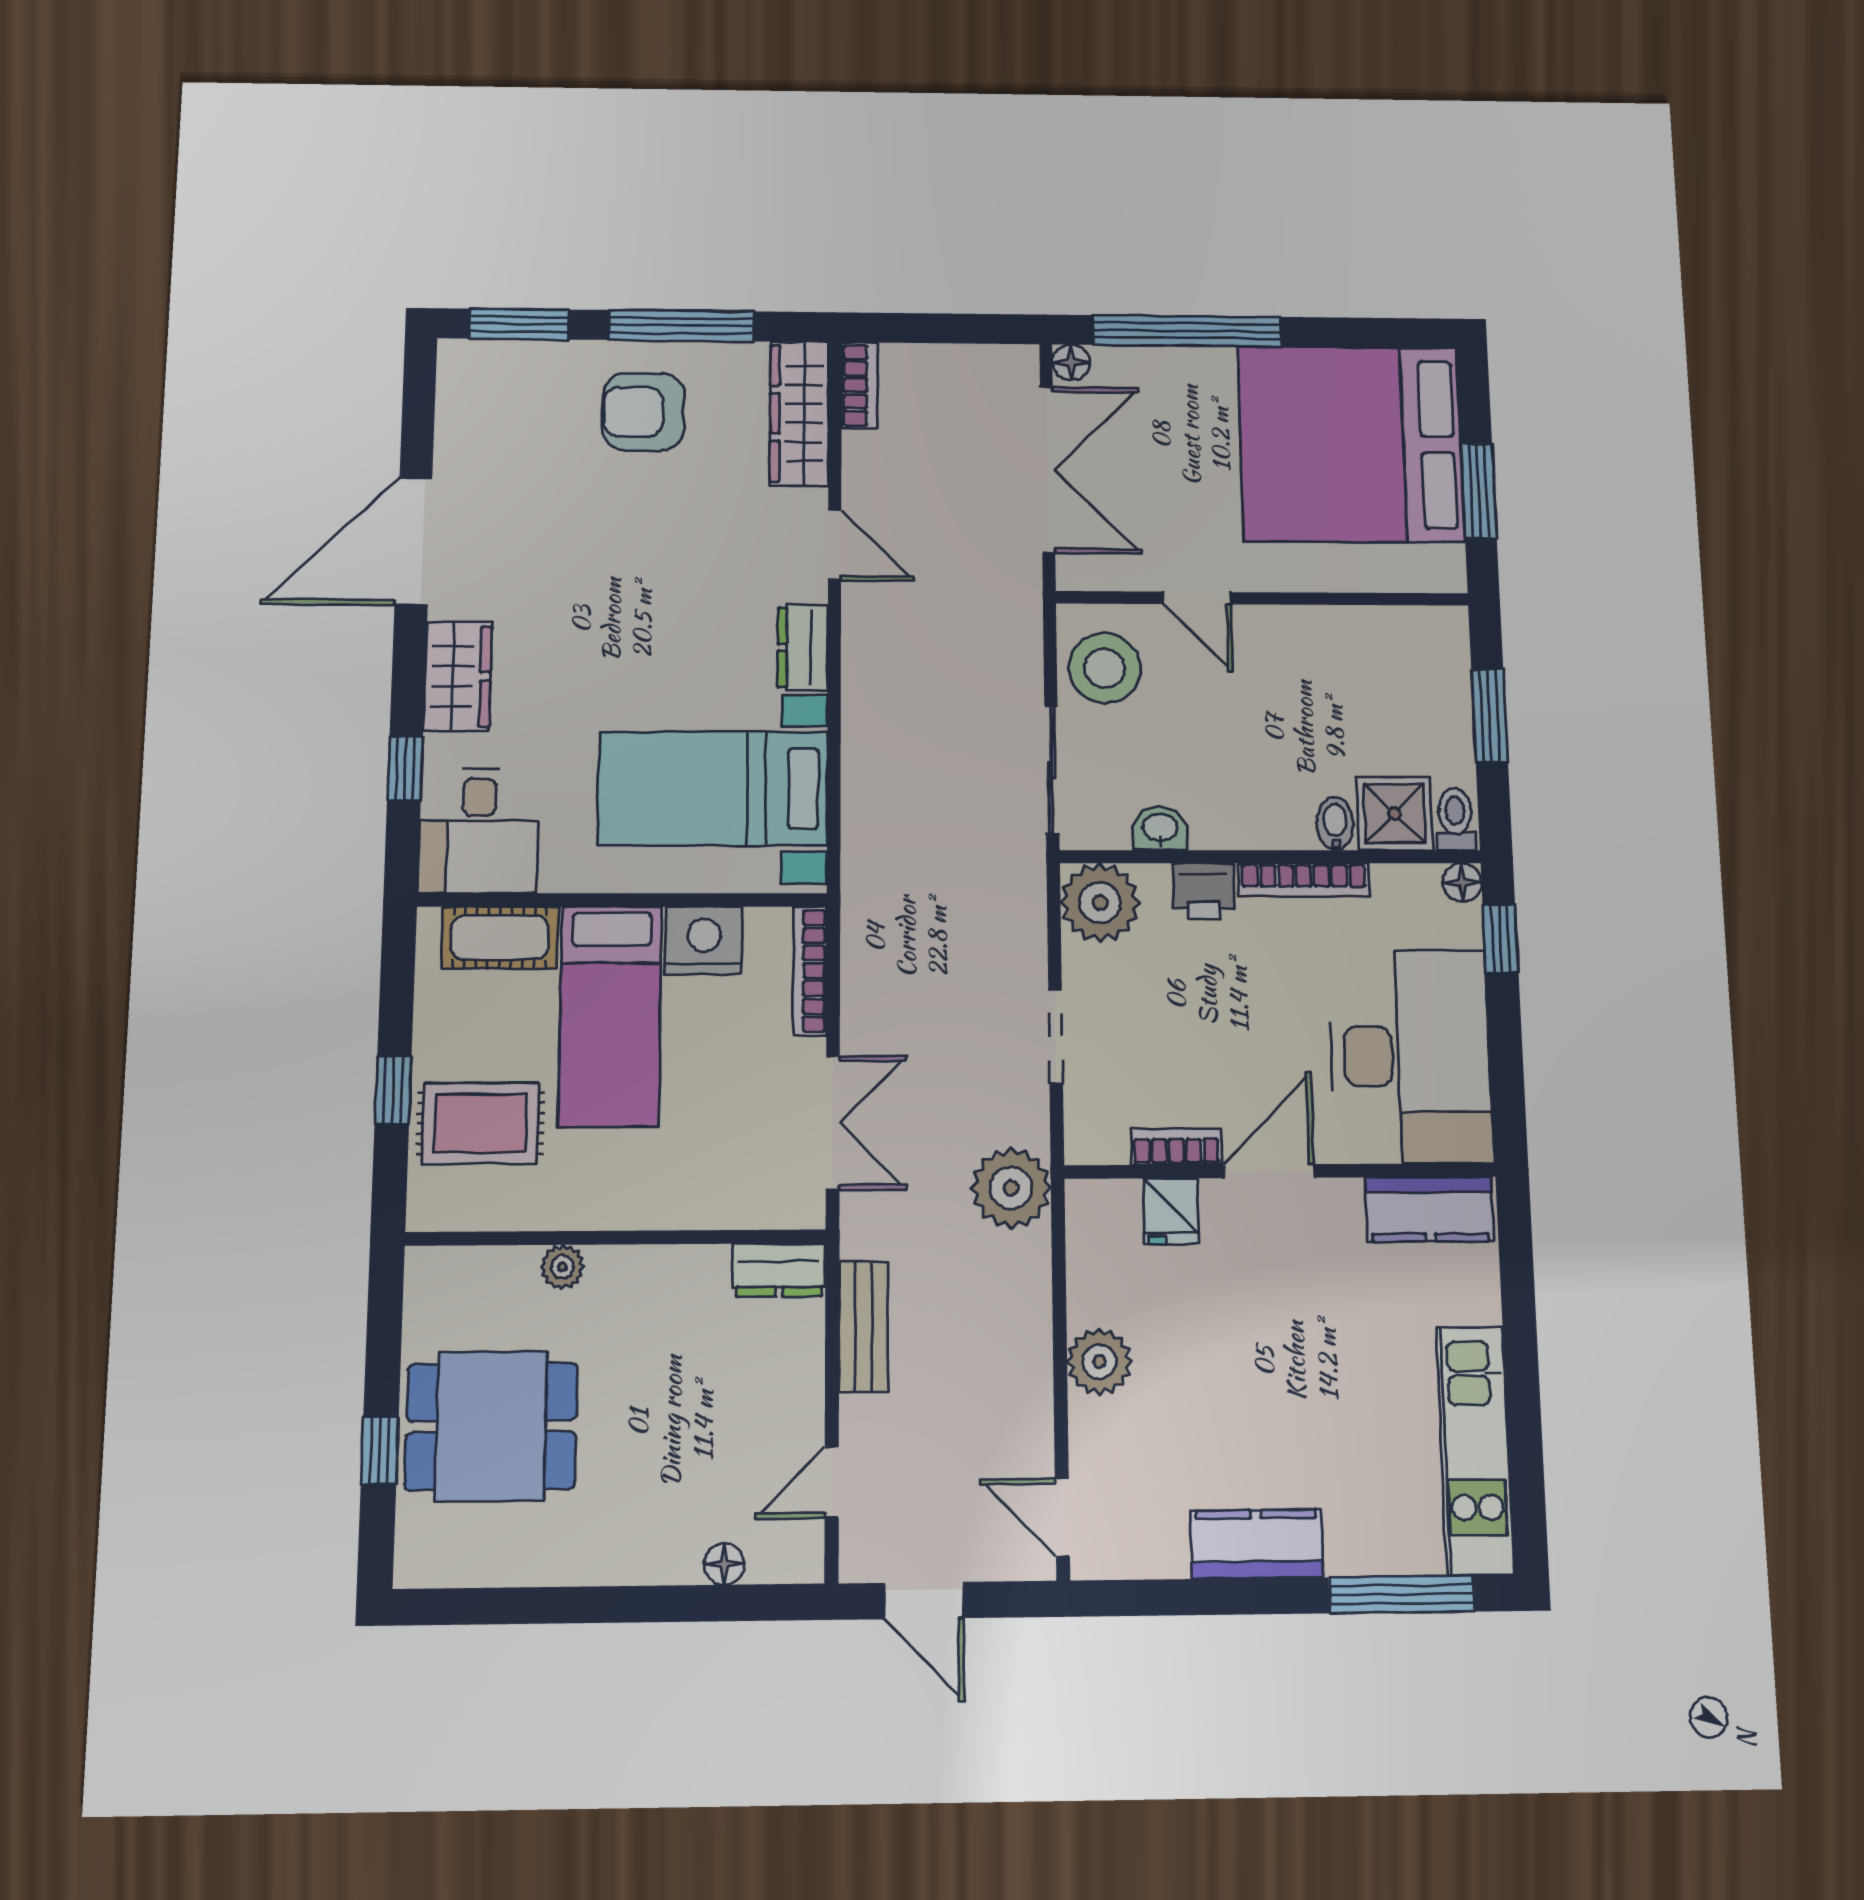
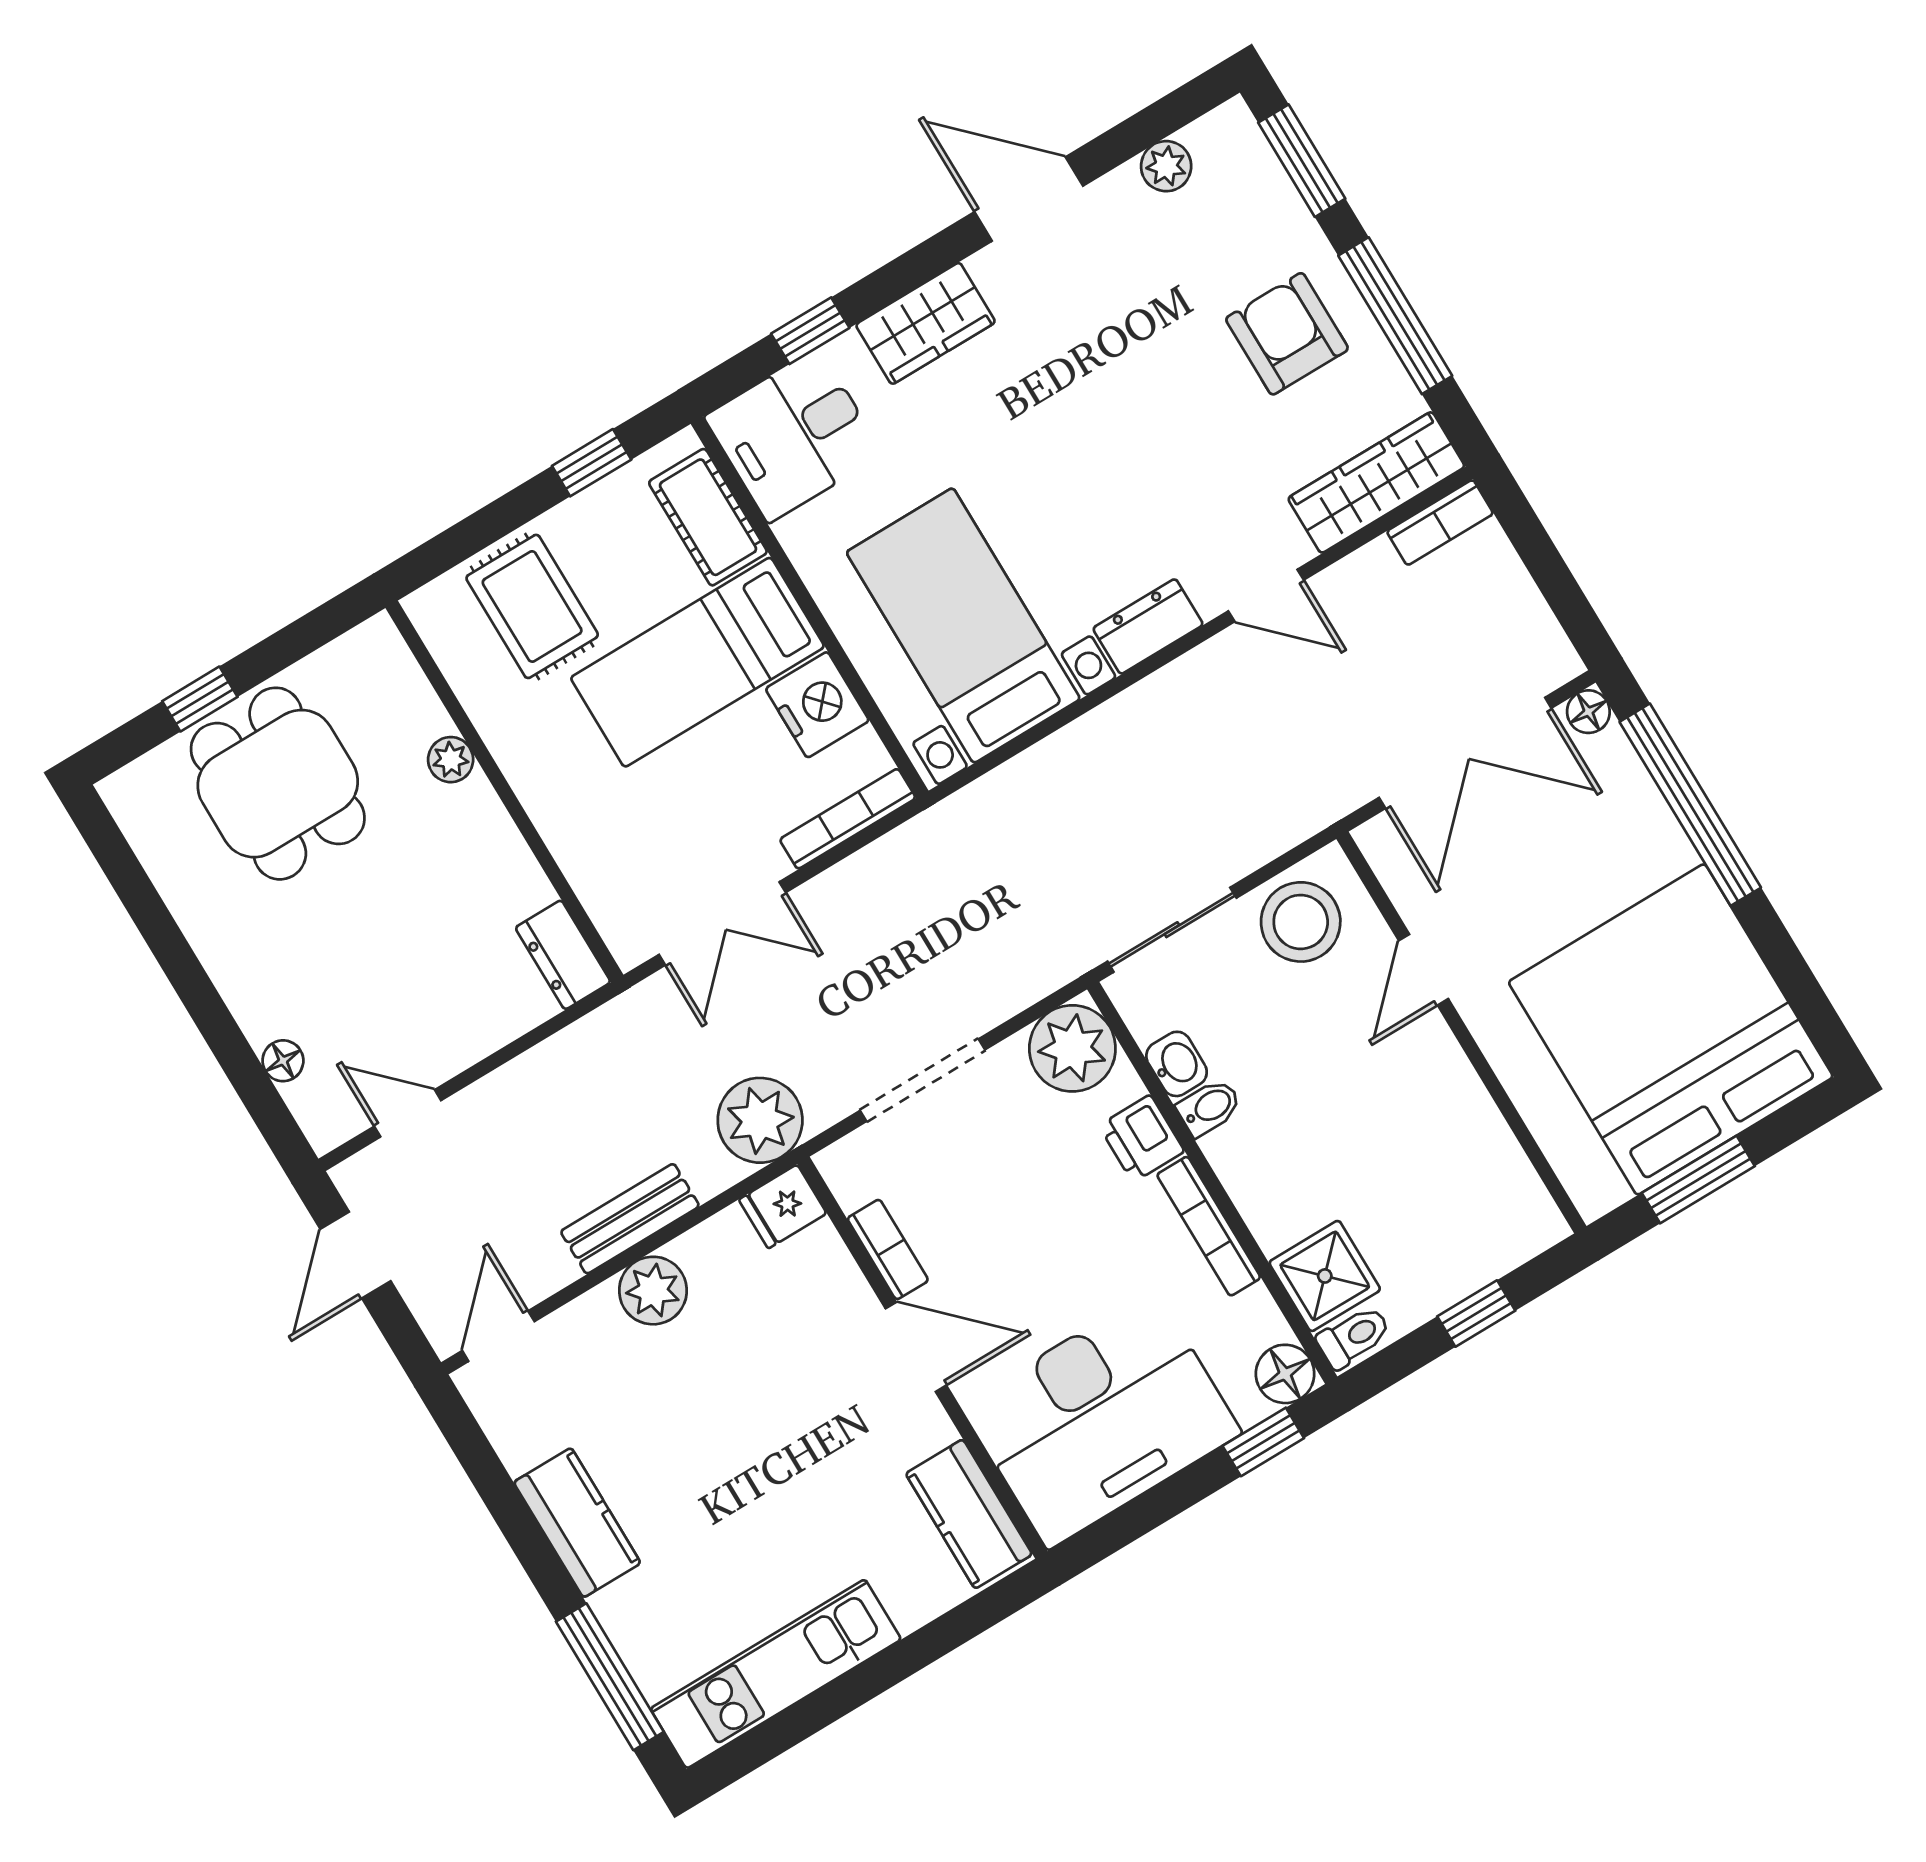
plant: (457, 425) -> (1166, 166), added
door: (413, 541) -> (1029, 199), width x0.73
door: (835, 545) -> (1266, 595), hinge flipped
window: (1490, 715) -> (1476, 1313), width x0.67
bidet: (1335, 824) -> (1209, 1107), moved
floor lamp: (1462, 883) -> (1285, 1374), width x1.37, depth x1.37
doorway: (1056, 1036) -> (923, 1080), width x1.38
window: (393, 1090) -> (592, 463), moved
fridge: (1171, 1211) -> (783, 1206), moved
bench: (863, 1326) -> (630, 1219), moved

